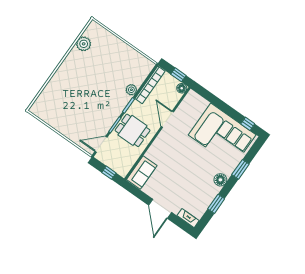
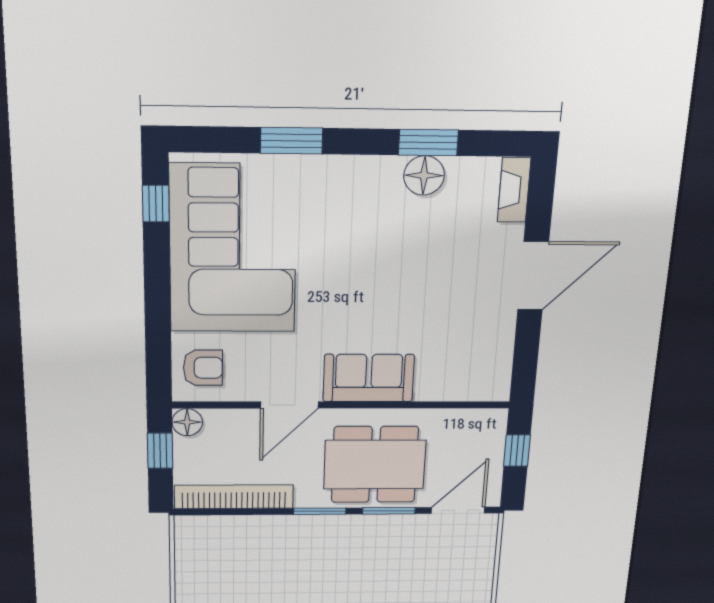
plant: (131, 90) -> (277, 529), removed
armchair: (195, 104) -> (203, 368), added
dining table: (133, 130) -> (375, 465), width x1.38
door: (101, 144) -> (458, 510), swing flipped
sofa: (142, 173) -> (369, 378), moved
floor lamp: (220, 180) -> (424, 175), moved

